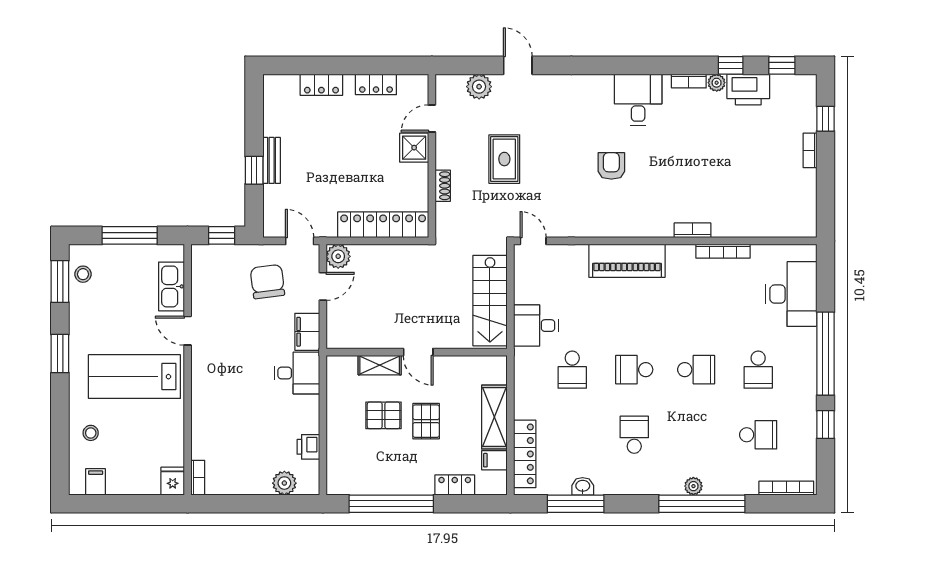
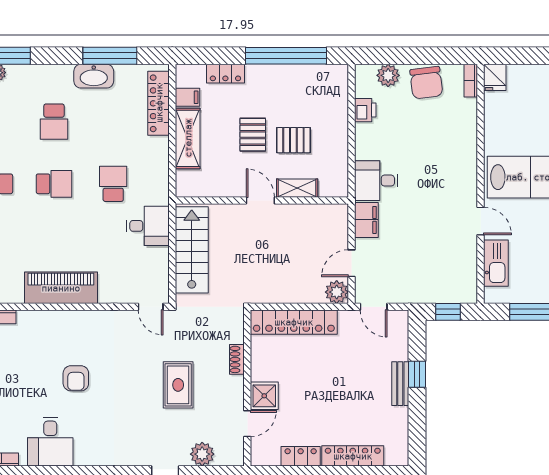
locker: (321, 85) -> (353, 456), width x1.53
chair: (267, 282) -> (426, 83), moved
washbasin: (583, 486) -> (94, 76), width x1.91, depth x1.45

